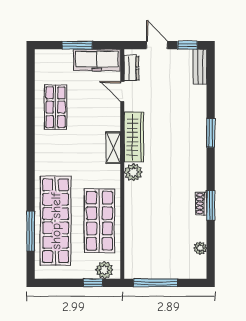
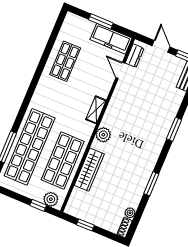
wardrobe: (134, 137) -> (89, 170), moved
shoe rack: (201, 203) -> (125, 228), moved
window: (156, 283) -> (85, 225), width x0.46

